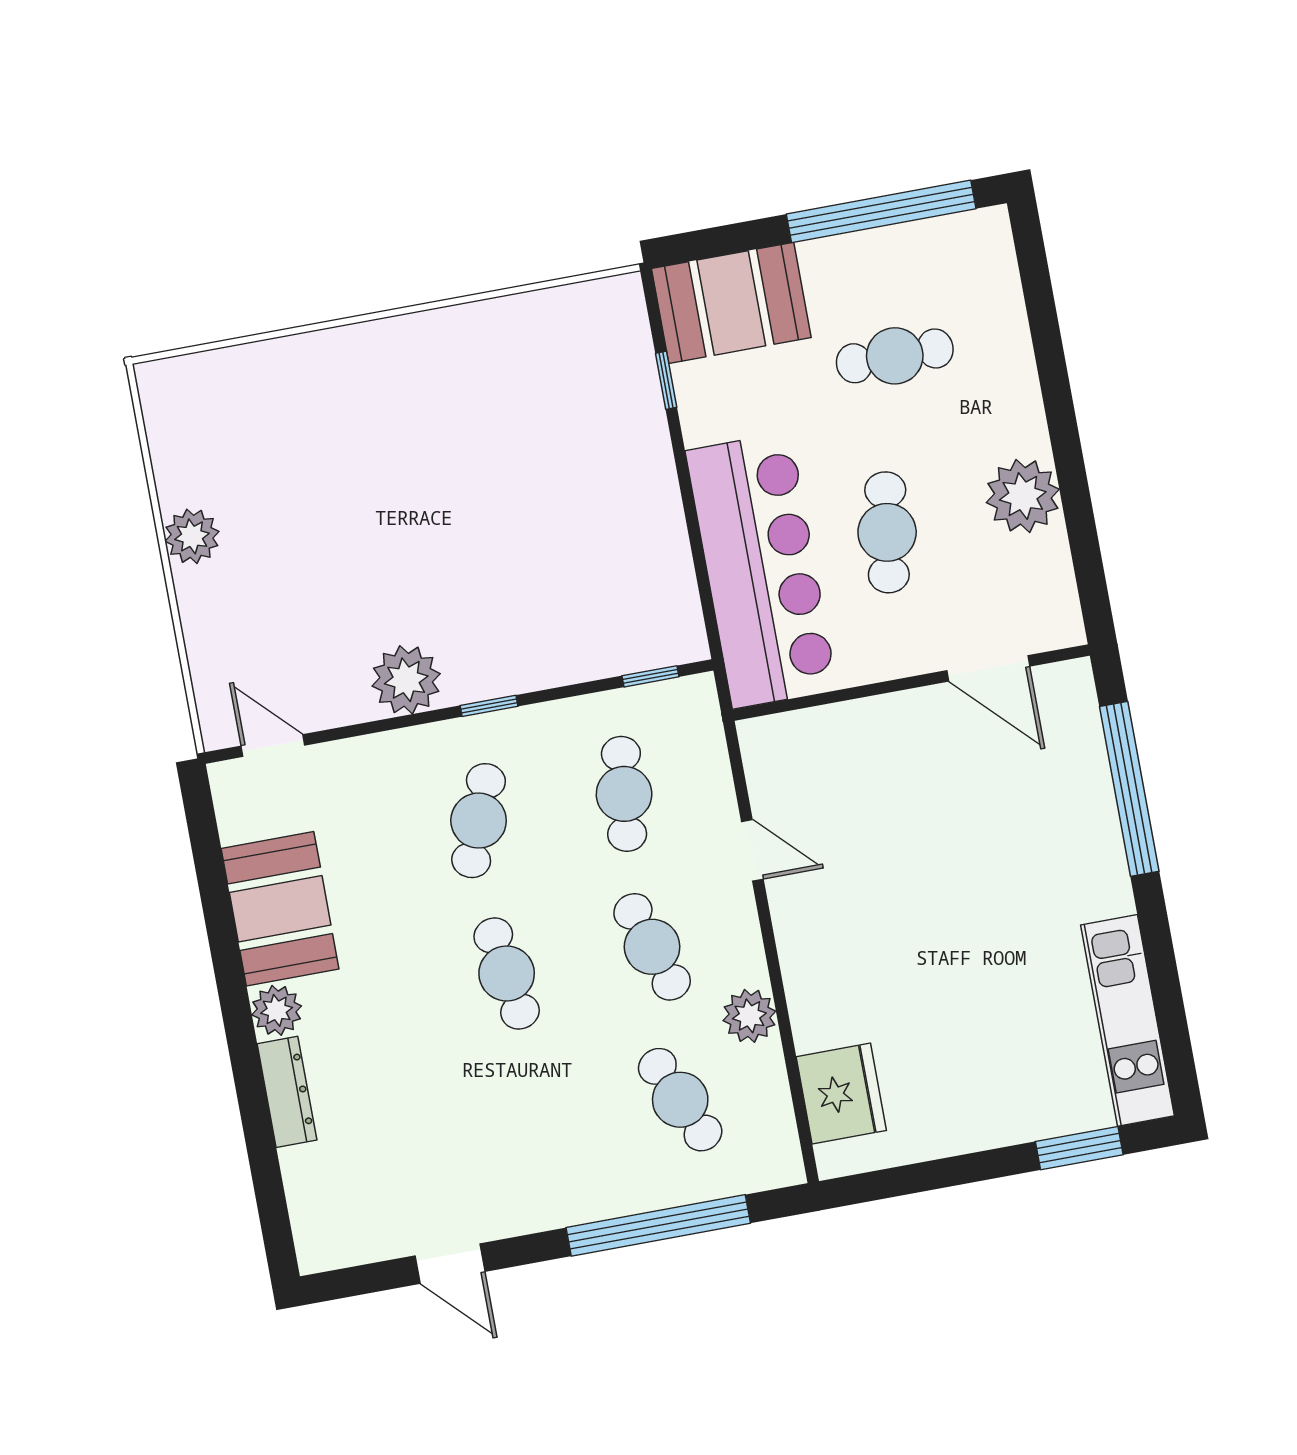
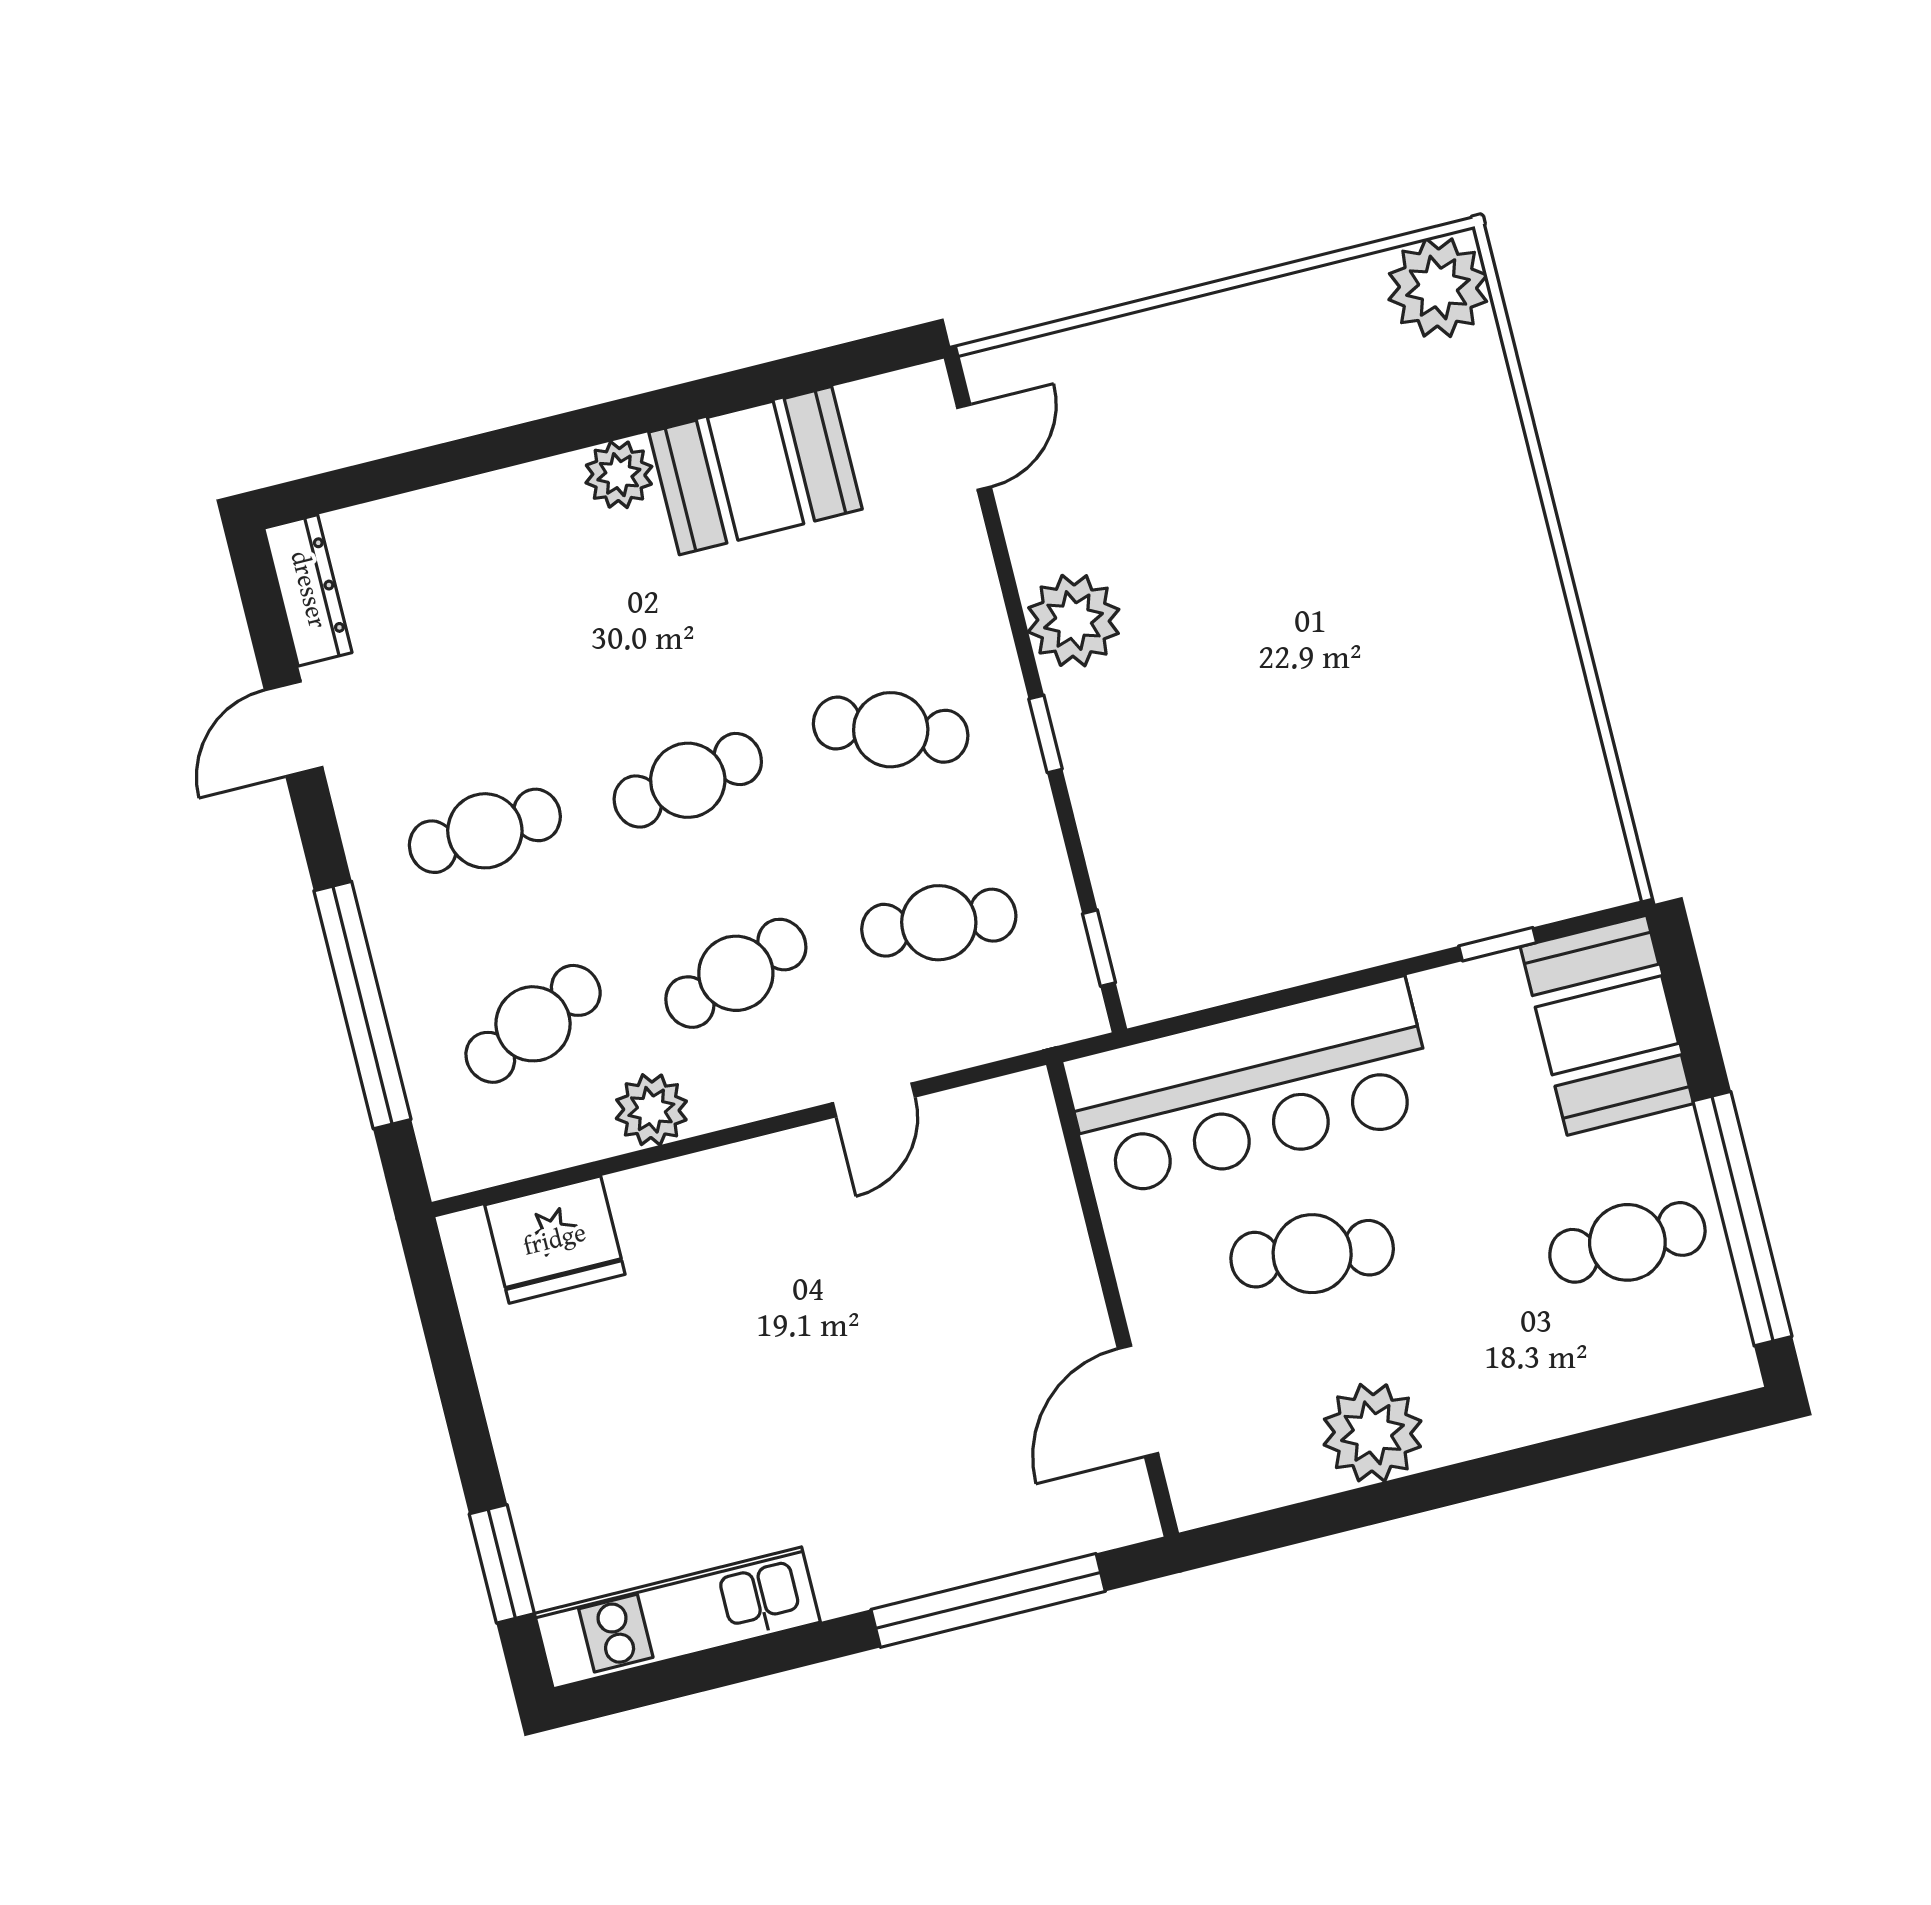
cafe table: (895, 356) -> (1627, 1242), moved, turned 90
plant: (192, 536) -> (1438, 287), moved, width x1.36, depth x1.36
dresser: (287, 1092) -> (308, 590), moved, turned -90
cafe table: (535, 1126) -> (485, 831), added

